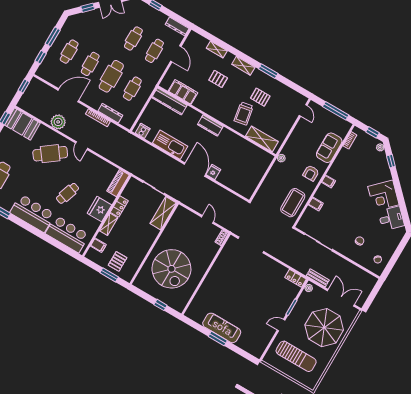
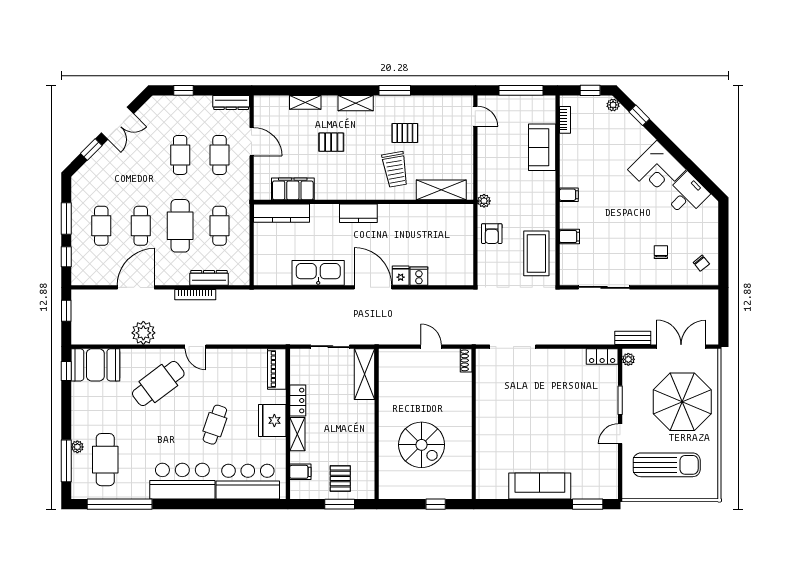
cooker: (143, 131) -> (419, 276), moved
armchair: (311, 173) -> (492, 234), moved
spiral stairs: (171, 269) -> (422, 445), width x0.73, depth x0.73
window: (218, 339) -> (588, 504), moved

